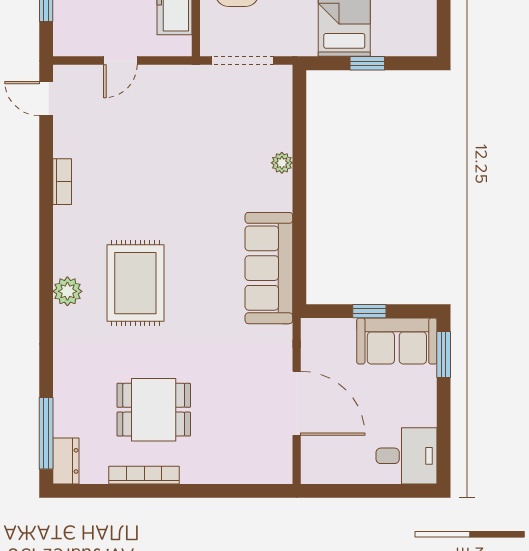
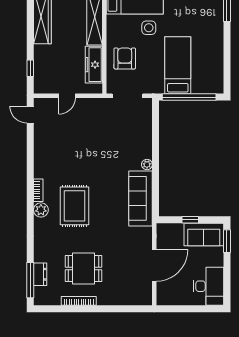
window: (367, 63) -> (189, 97), width x3.17
plant: (282, 163) -> (147, 164), moved
bookcase: (62, 182) -> (38, 190), moved
door: (297, 403) -> (154, 265), hinge flipped
desk: (406, 456) -> (209, 286), width x1.37
dresser: (66, 461) -> (40, 274), moved

